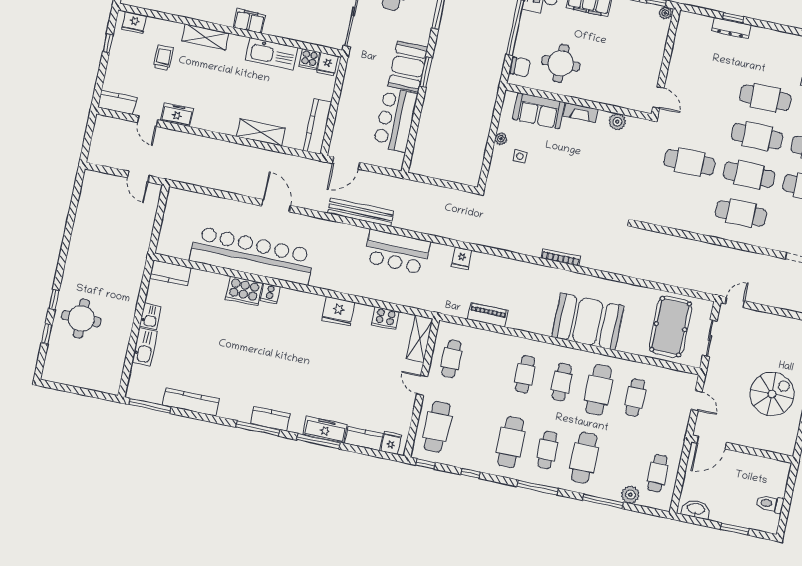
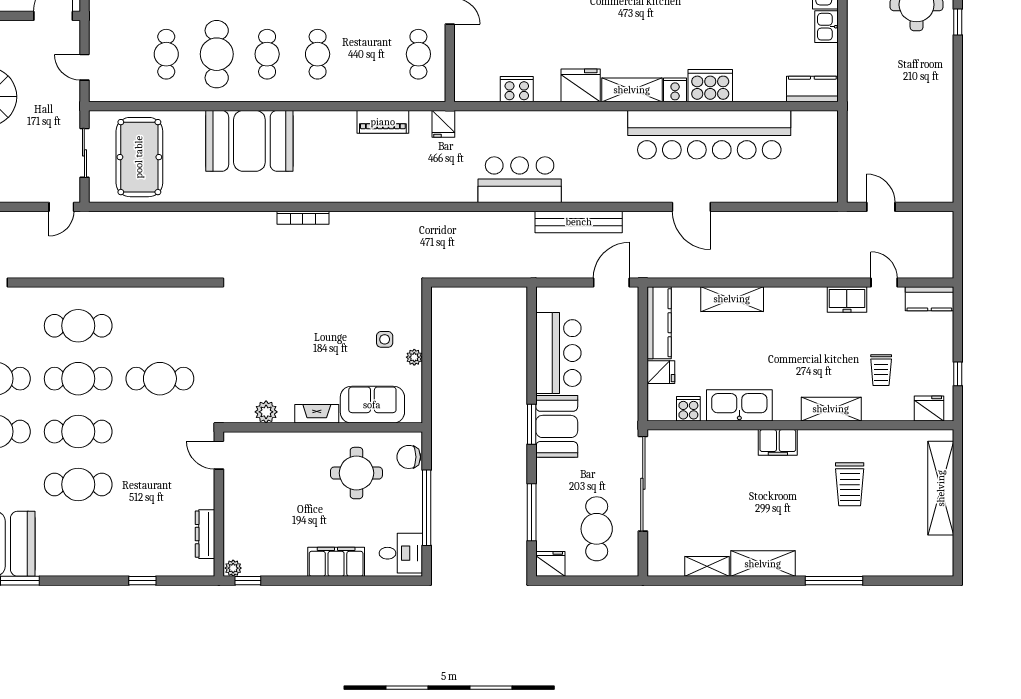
dresser: (731, 28) -> (205, 534), moved, turned -90
fridge: (327, 64) -> (661, 372), moved, turned 90
fridge: (462, 258) -> (443, 124), moved, turned 180
shelving: (420, 339) -> (632, 90), moved, turned 90

